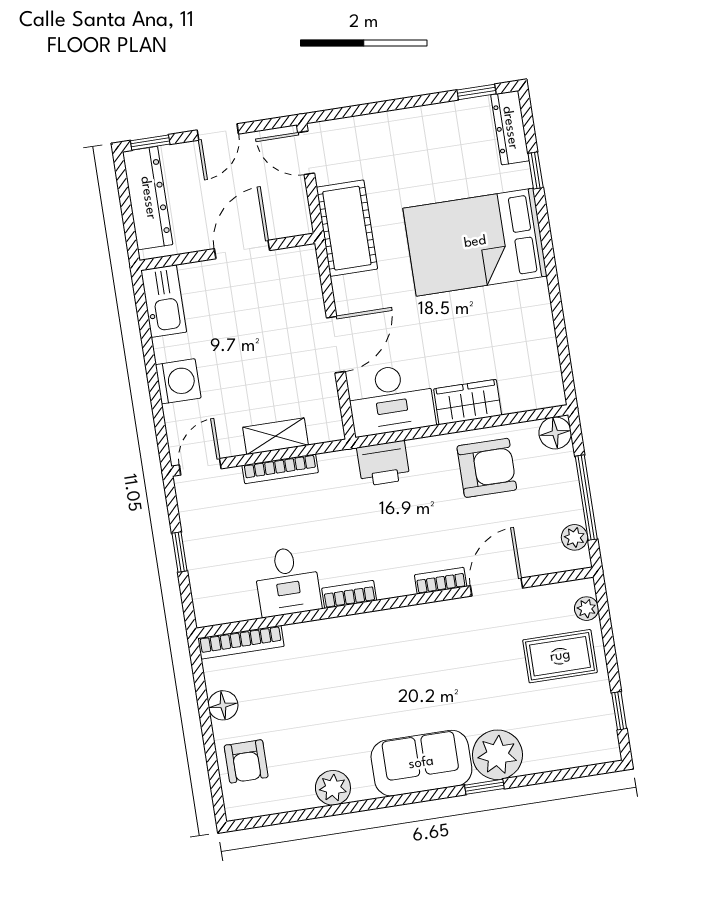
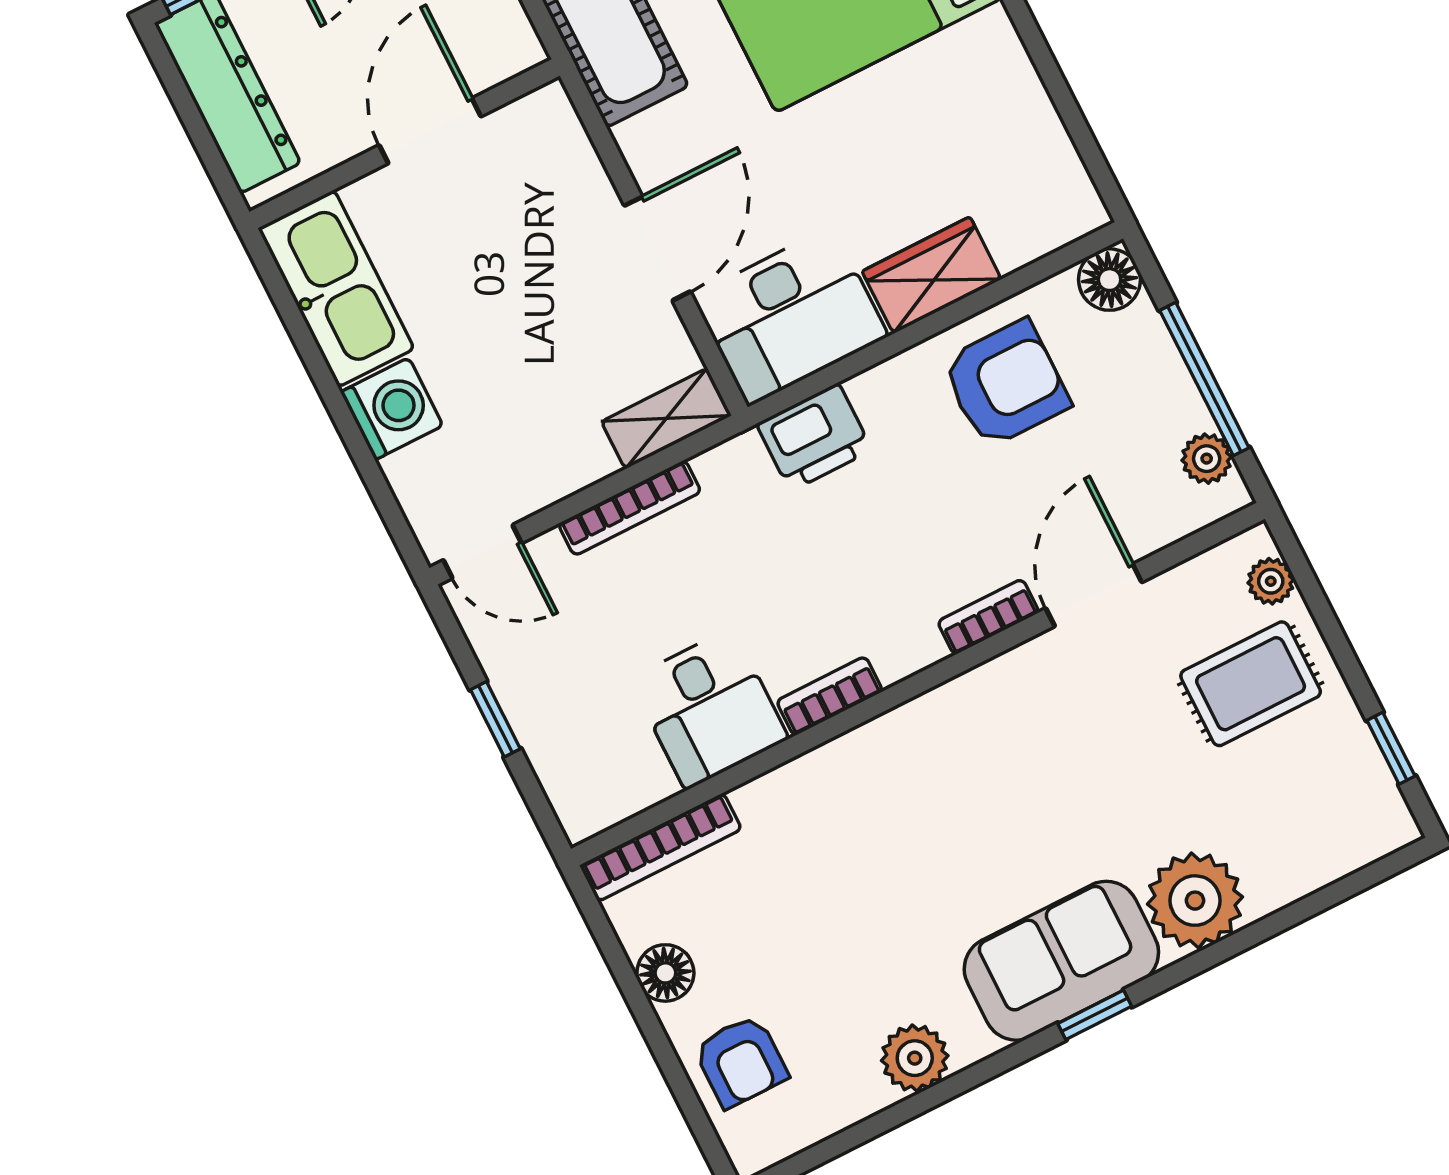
kitchen sink: (164, 301) -> (336, 289), width x1.36, depth x1.24
shelving: (275, 436) -> (666, 419), moved
door: (200, 467) -> (482, 552), swing flipped
window: (484, 787) -> (1095, 1015), moved

